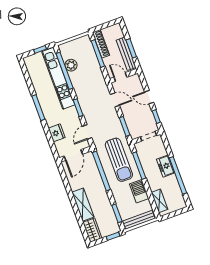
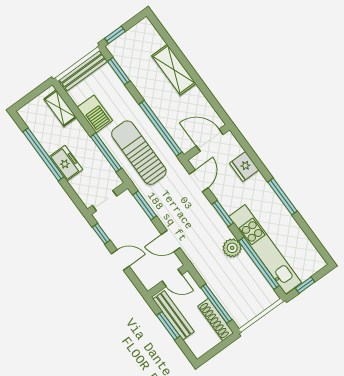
plant: (71, 65) -> (232, 248), moved
door: (73, 155) -> (210, 140), hinge flipped
wardrobe: (92, 230) -> (149, 35), removed

